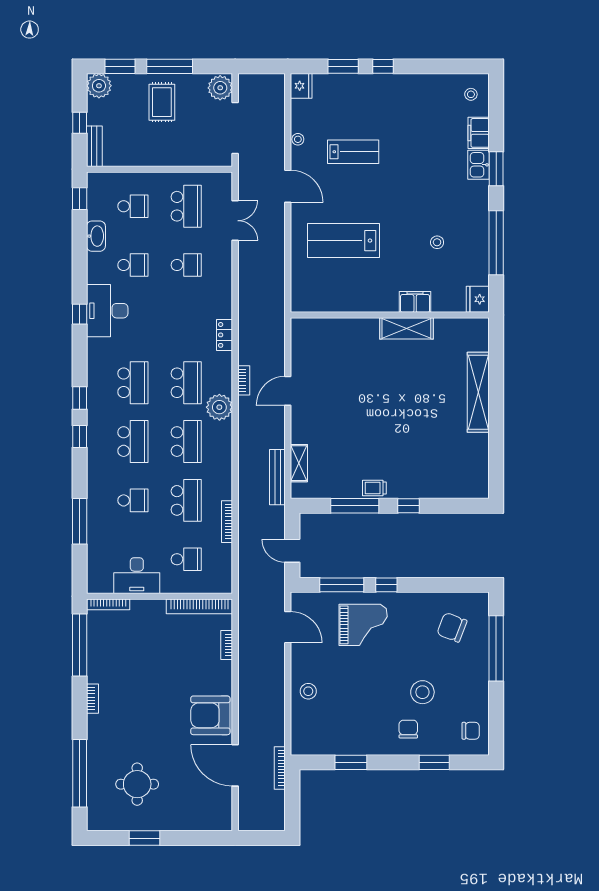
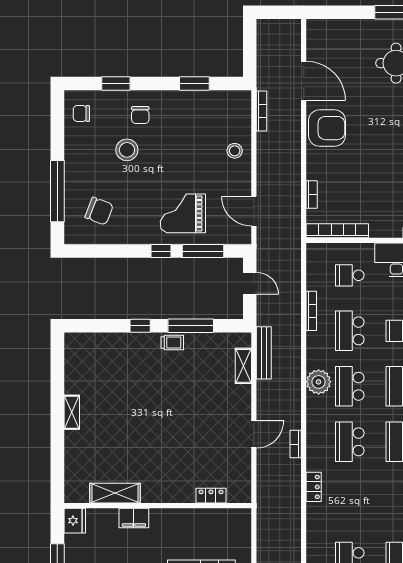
locker: (333, 326) -> (211, 496), added
shelving: (406, 328) -> (115, 493), moved
shelving: (478, 392) -> (72, 412), width x0.45, depth x0.75
plant: (219, 407) -> (319, 382), moved
bookcase: (280, 768) -> (262, 111), moved

